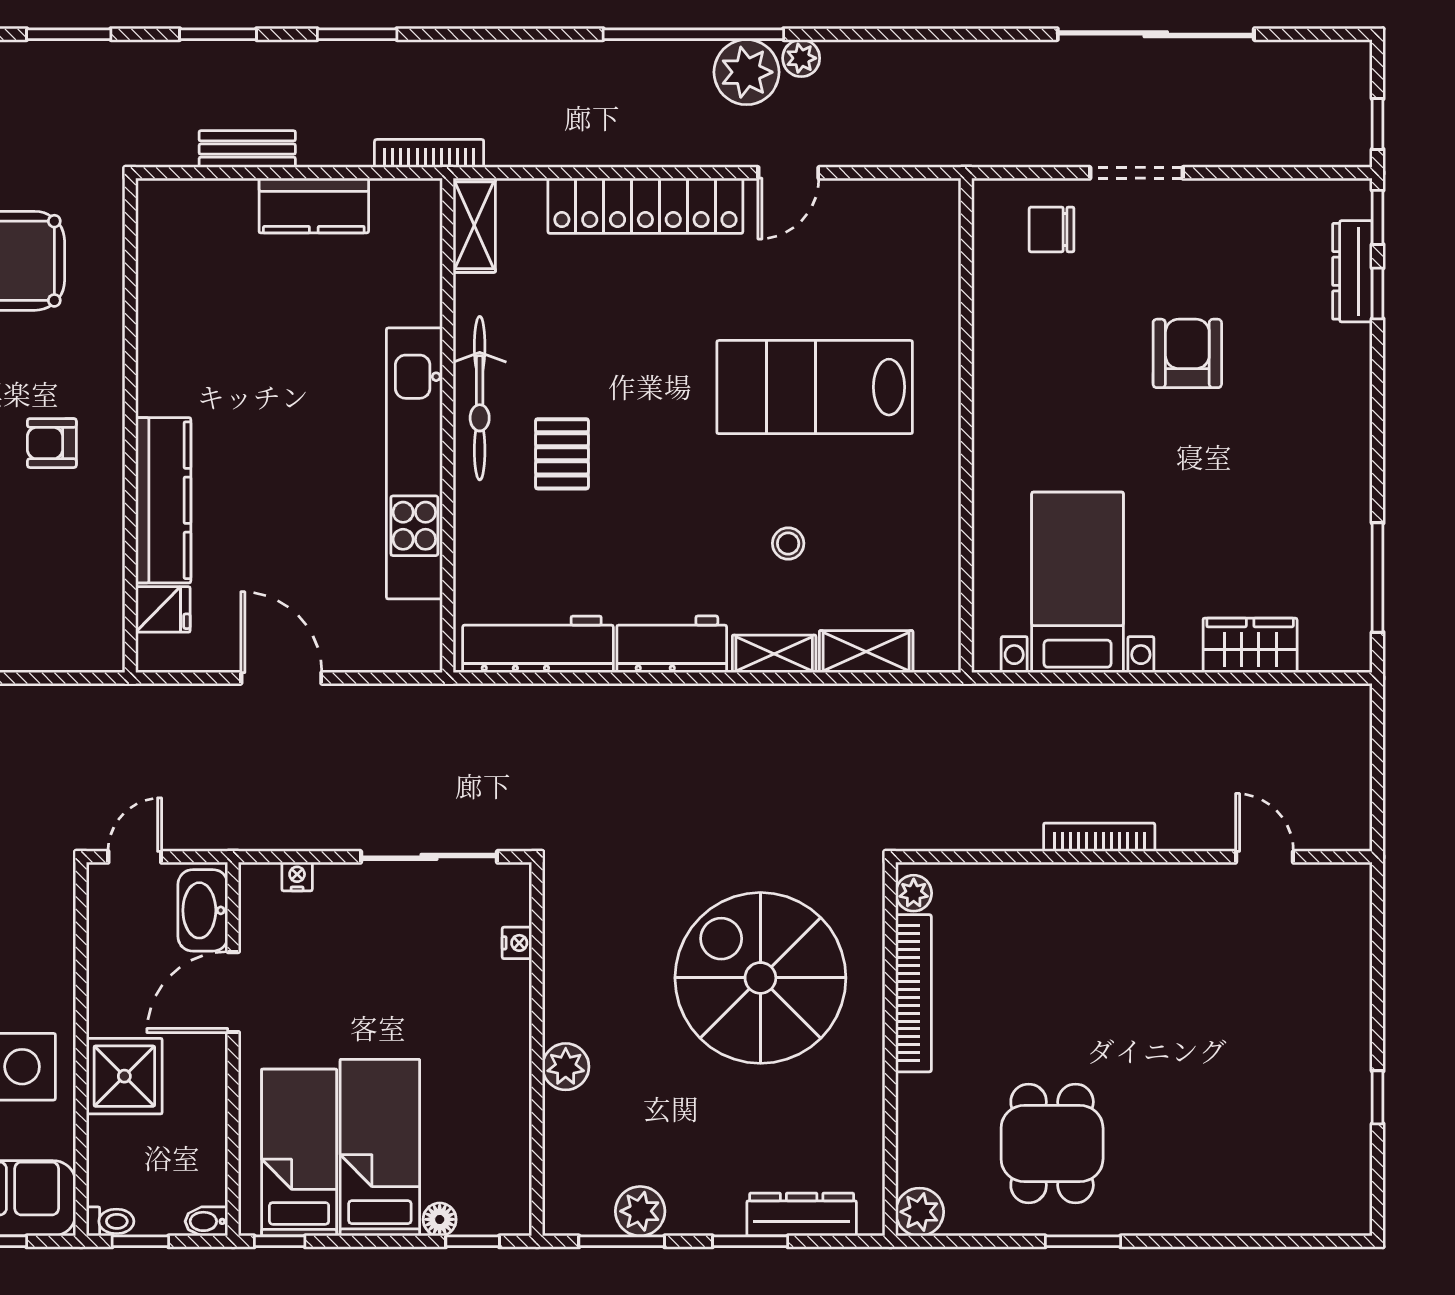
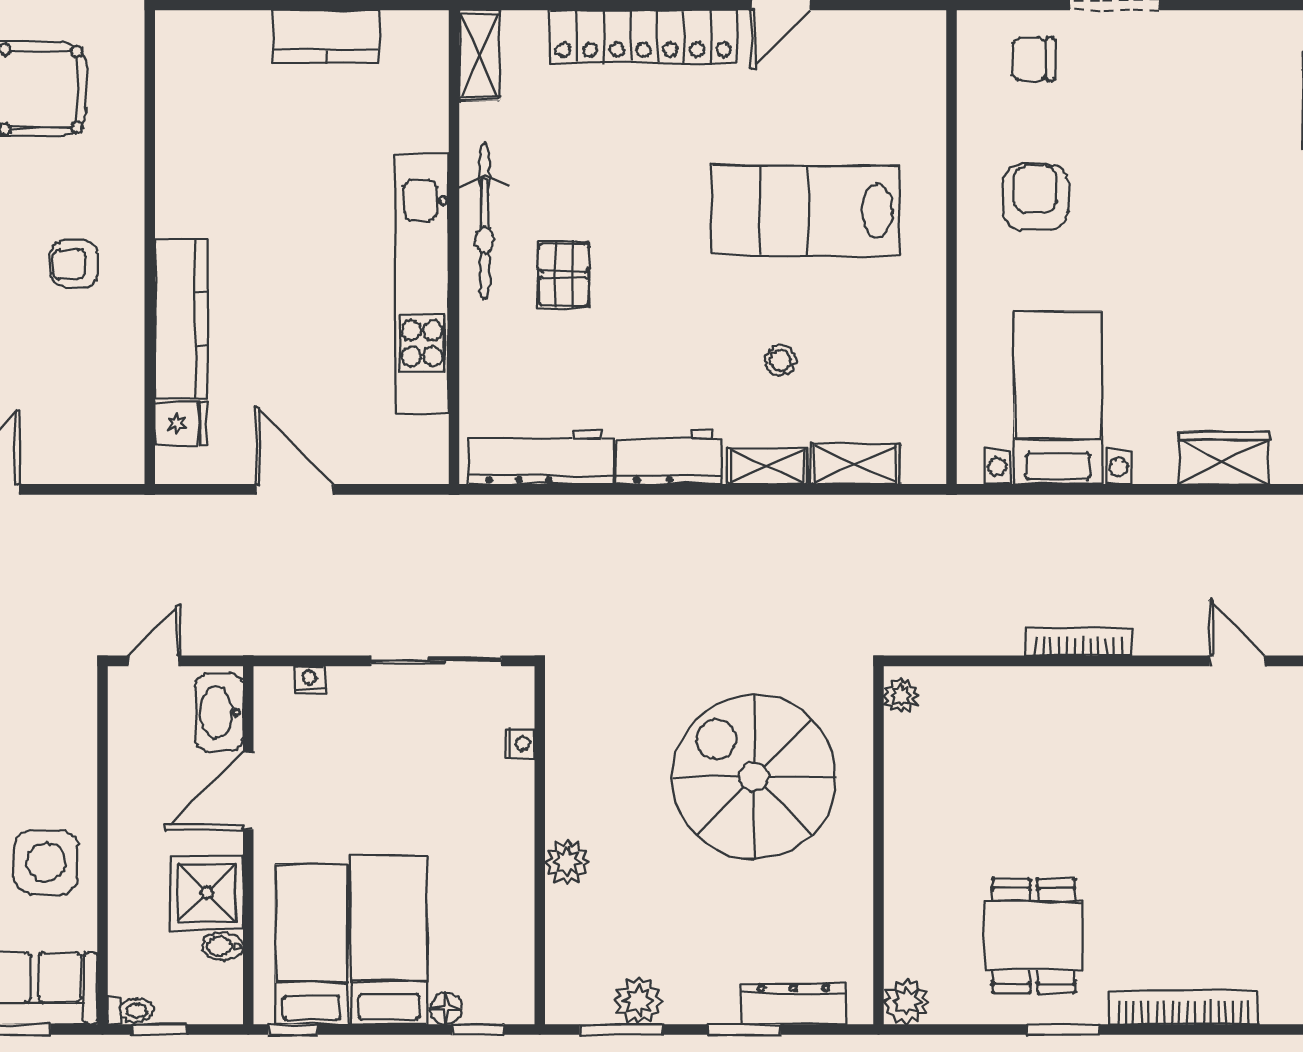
armchair: (1187, 353) -> (1035, 197), moved
bookcase: (913, 993) -> (1184, 1007), moved, turned -90
shower: (124, 1076) -> (207, 893), moved
bidet: (206, 1221) -> (223, 946), moved

